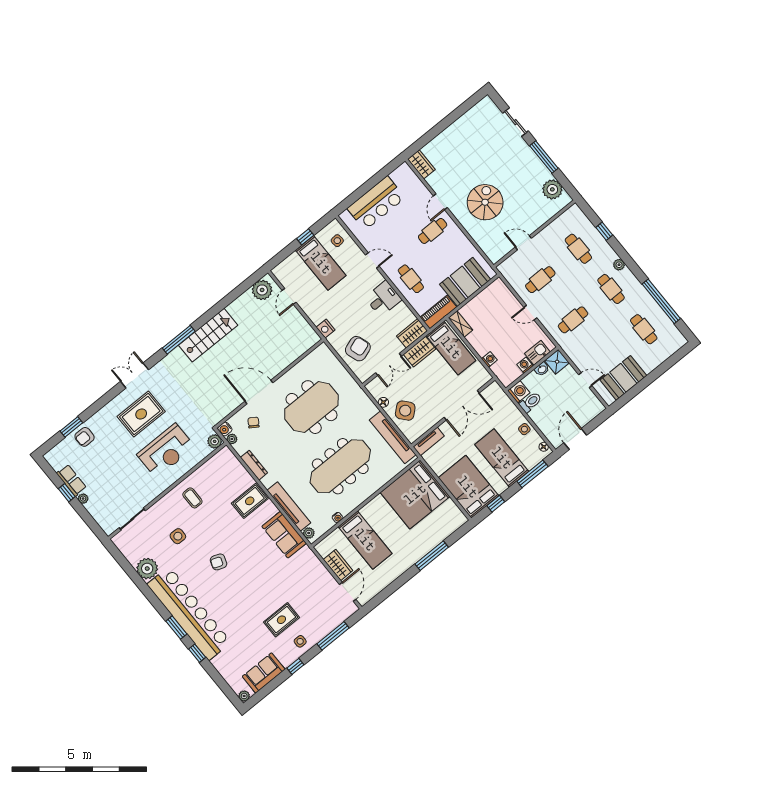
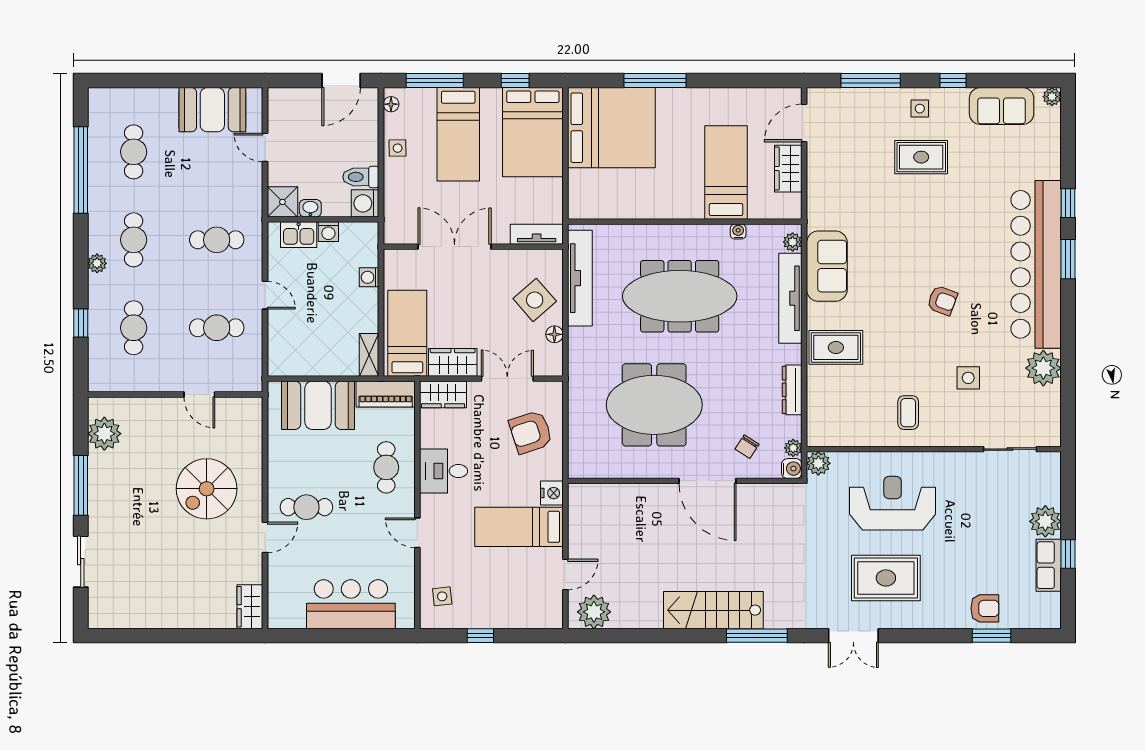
bed: (321, 263) -> (519, 527), moved, turned -90
bed: (415, 494) -> (611, 128), moved
plant: (83, 499) -> (1045, 521), width x1.88, depth x1.88

